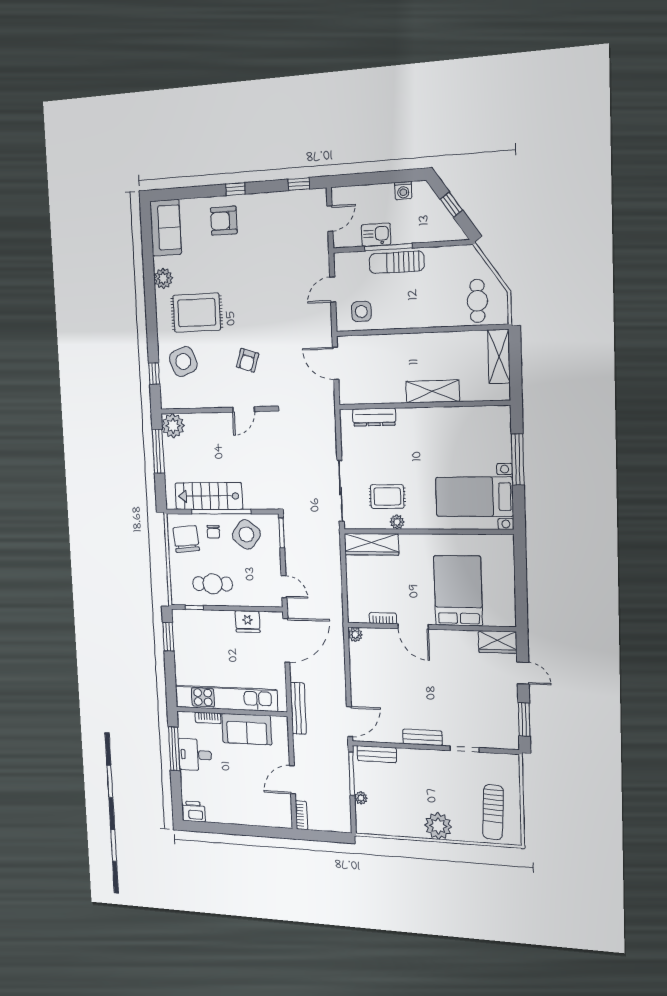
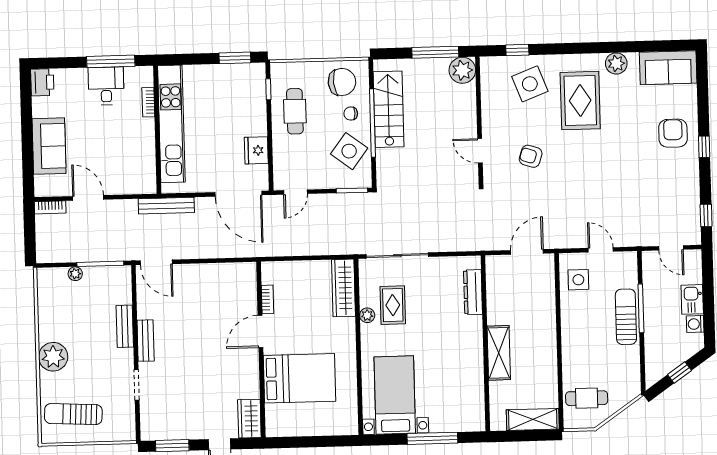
kitchen sink: (376, 235) -> (692, 299), moved, turned 180
plant: (355, 635) -> (249, 270), removed
sofa: (247, 729) -> (49, 146), moved, turned 180
bench: (377, 754) -> (125, 326), moved

